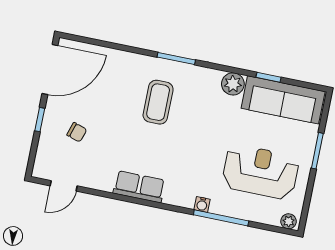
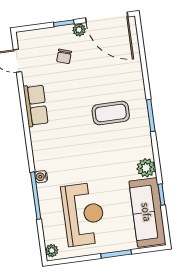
plant: (53, 105) -> (79, 30), added
row of seats: (139, 187) -> (36, 105), moved

